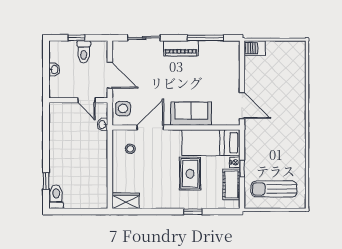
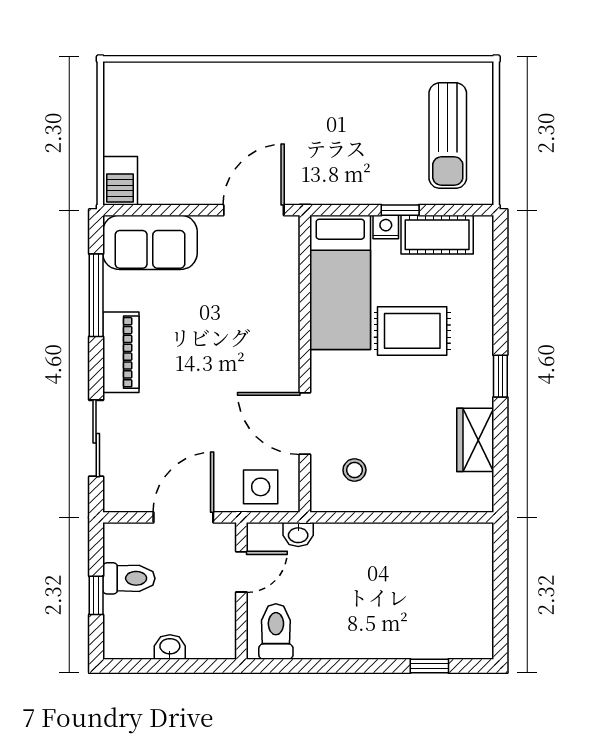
sofa: (191, 114) -> (150, 242), moved, turned -90
toilet: (56, 197) -> (276, 631), moved, turned 90
wardrobe: (126, 201) -> (475, 440), moved
window: (193, 212) -> (500, 376), moved

